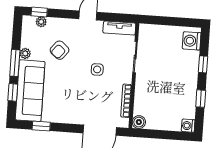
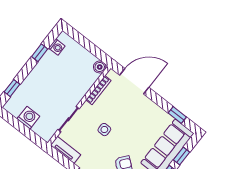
washing machine: (192, 41) -> (28, 118), moved, turned -90
window: (203, 64) -> (12, 88), moved
washing machine: (188, 126) -> (57, 47), moved

